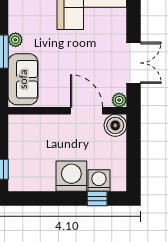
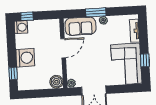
door: (86, 111) -> (63, 48), moved
washing machine: (99, 180) -> (21, 27), moved

